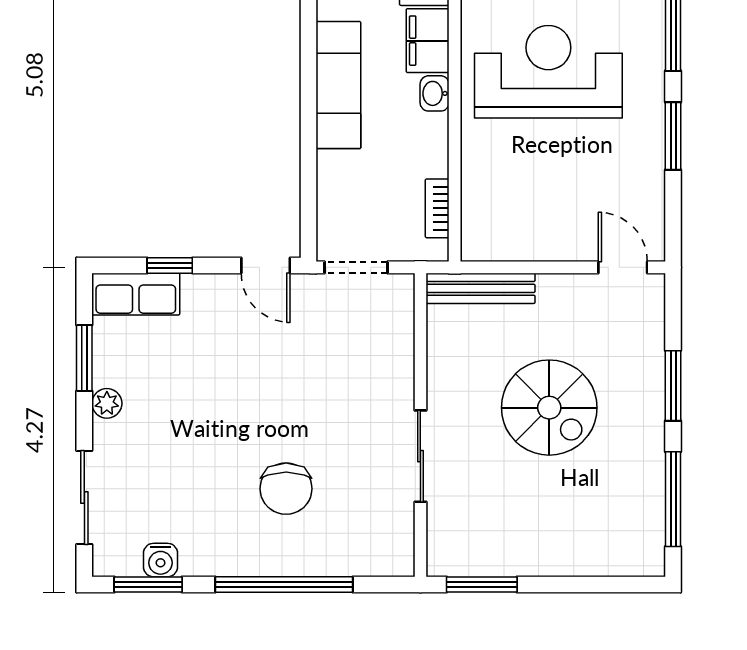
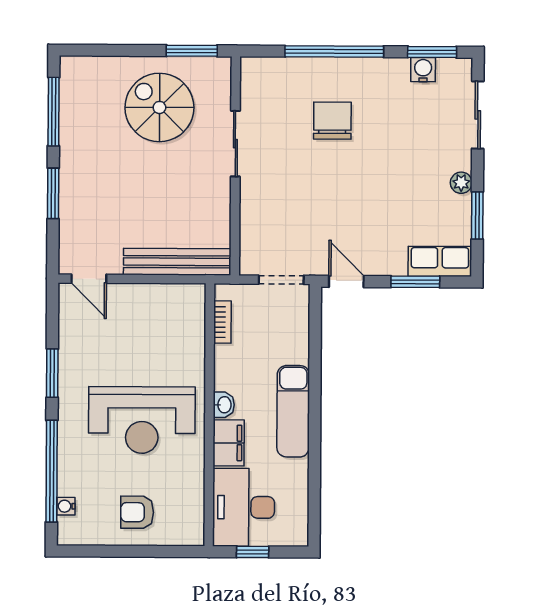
window: (170, 266) -> (415, 282), width x1.50
bench: (481, 288) -> (177, 262), width x1.37, depth x1.21
spiral stairs: (549, 408) -> (159, 107), moved

